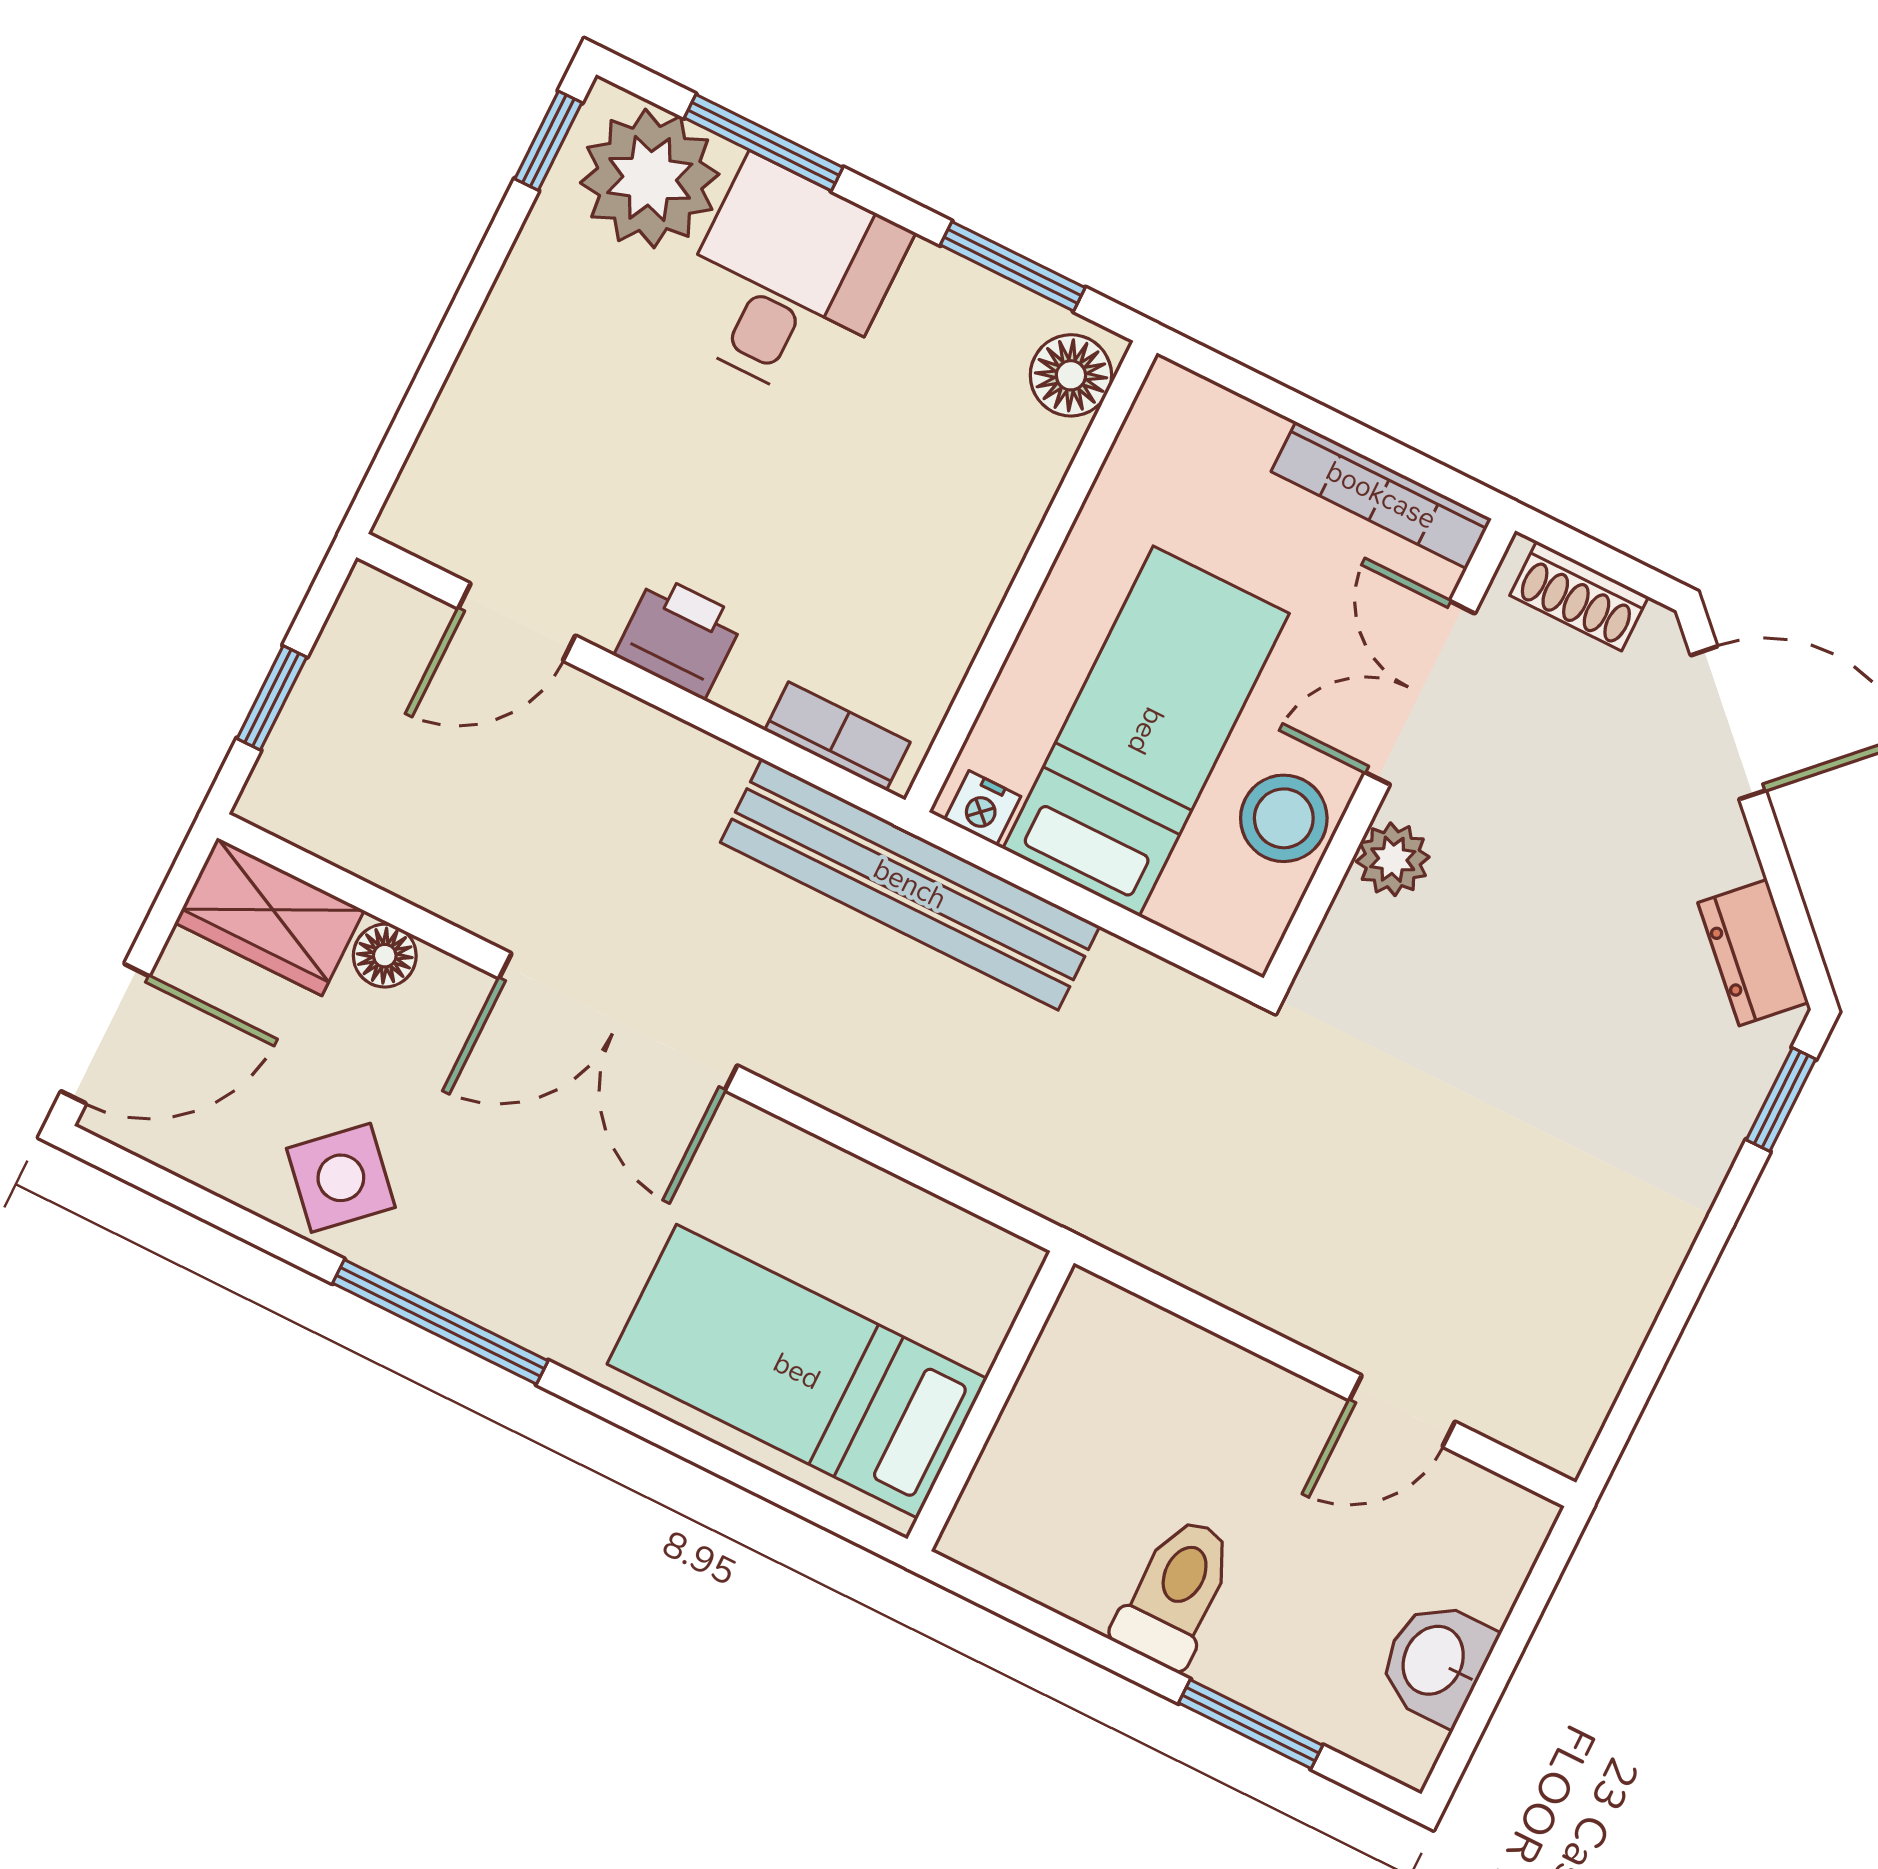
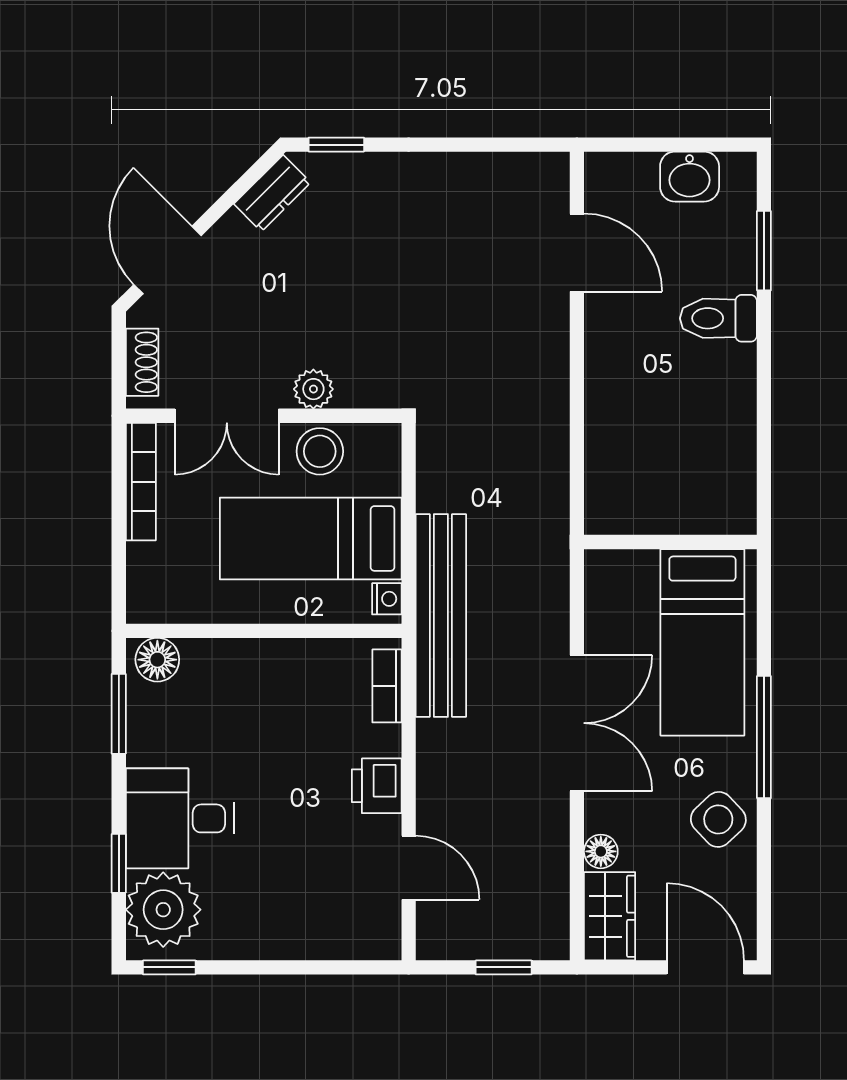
window: (764, 143) -> (119, 863), width x0.67
bed: (797, 1371) -> (702, 642), moved
wall: (991, 1401) -> (670, 542), moved
door: (1402, 1411) -> (577, 253), width x1.38

